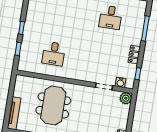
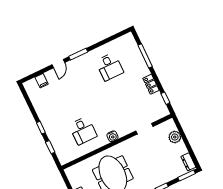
water cooler: (120, 82) -> (112, 136), moved
plant: (126, 98) -> (175, 137), moved

